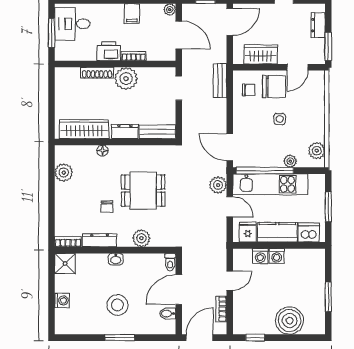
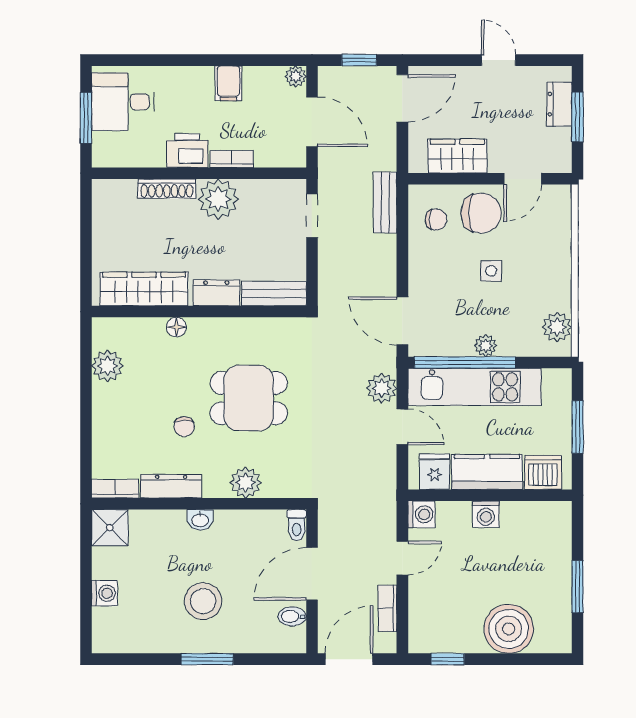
window: (328, 46) -> (578, 117), moved
plant: (290, 161) -> (486, 346), moved
washing machine: (260, 256) -> (421, 514), moved, turned -90

